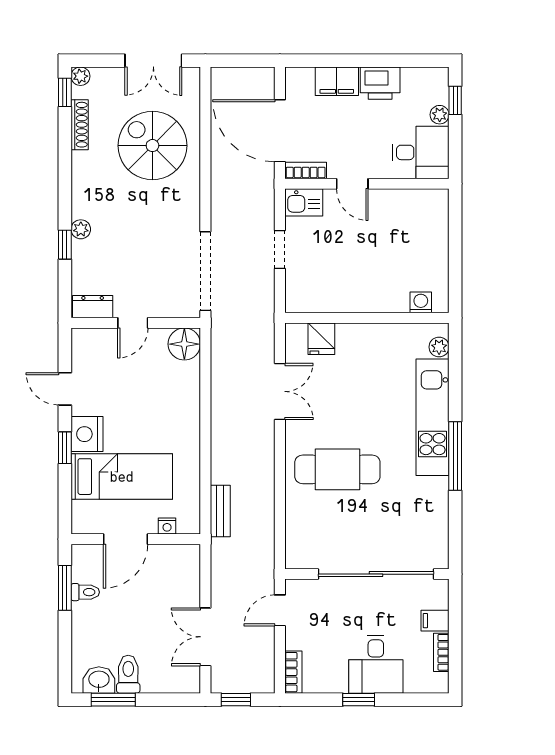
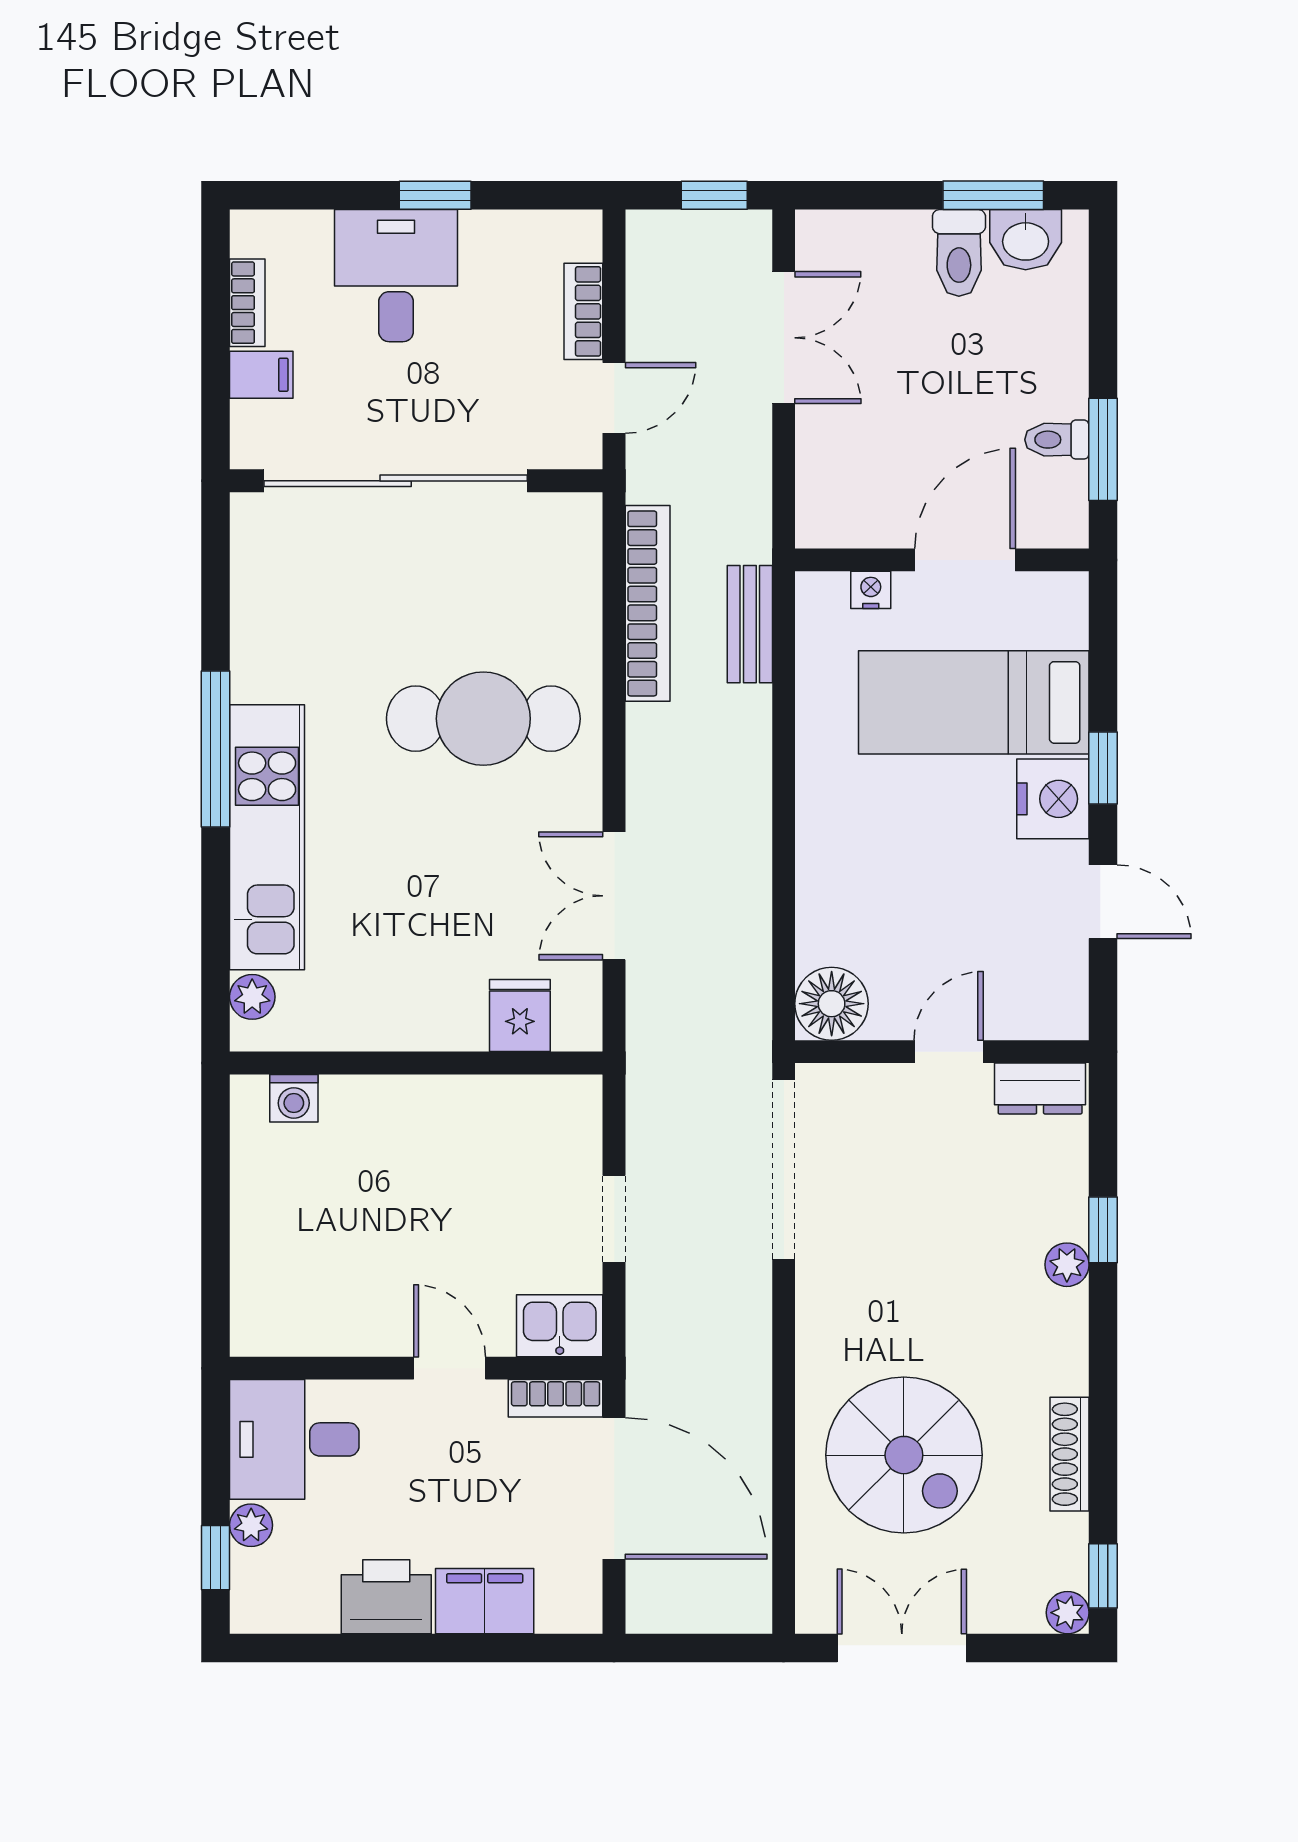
shoe rack: (80, 125) -> (1069, 1454), moved
bookcase: (265, 520) -> (648, 603), added
bookcase: (293, 672) -> (583, 311), moved

